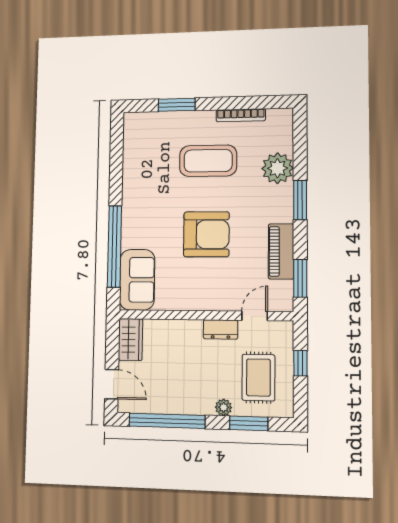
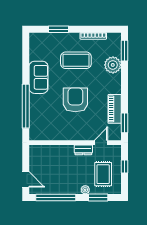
window: (300, 200) -> (124, 51), moved
armchair: (206, 234) -> (75, 100), turned -90
sofa: (137, 280) -> (39, 77), moved
wardrobe: (130, 340) -> (36, 156), removed

